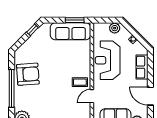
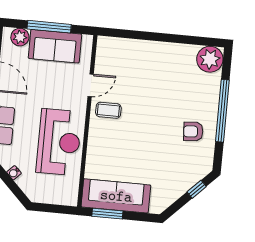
plant: (115, 28) -> (42, 194), removed
window: (32, 30) -> (197, 189), moved
armchair: (28, 74) -> (193, 131), width x0.53, depth x0.53

